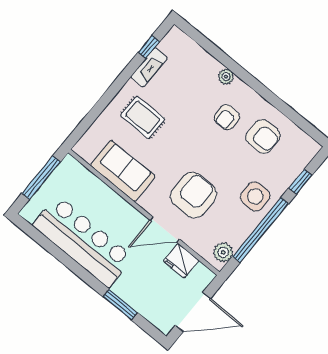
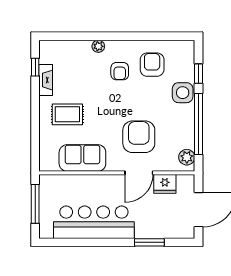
armchair: (263, 136) -> (152, 65), turned -90
side table: (255, 196) -> (183, 93), moved

